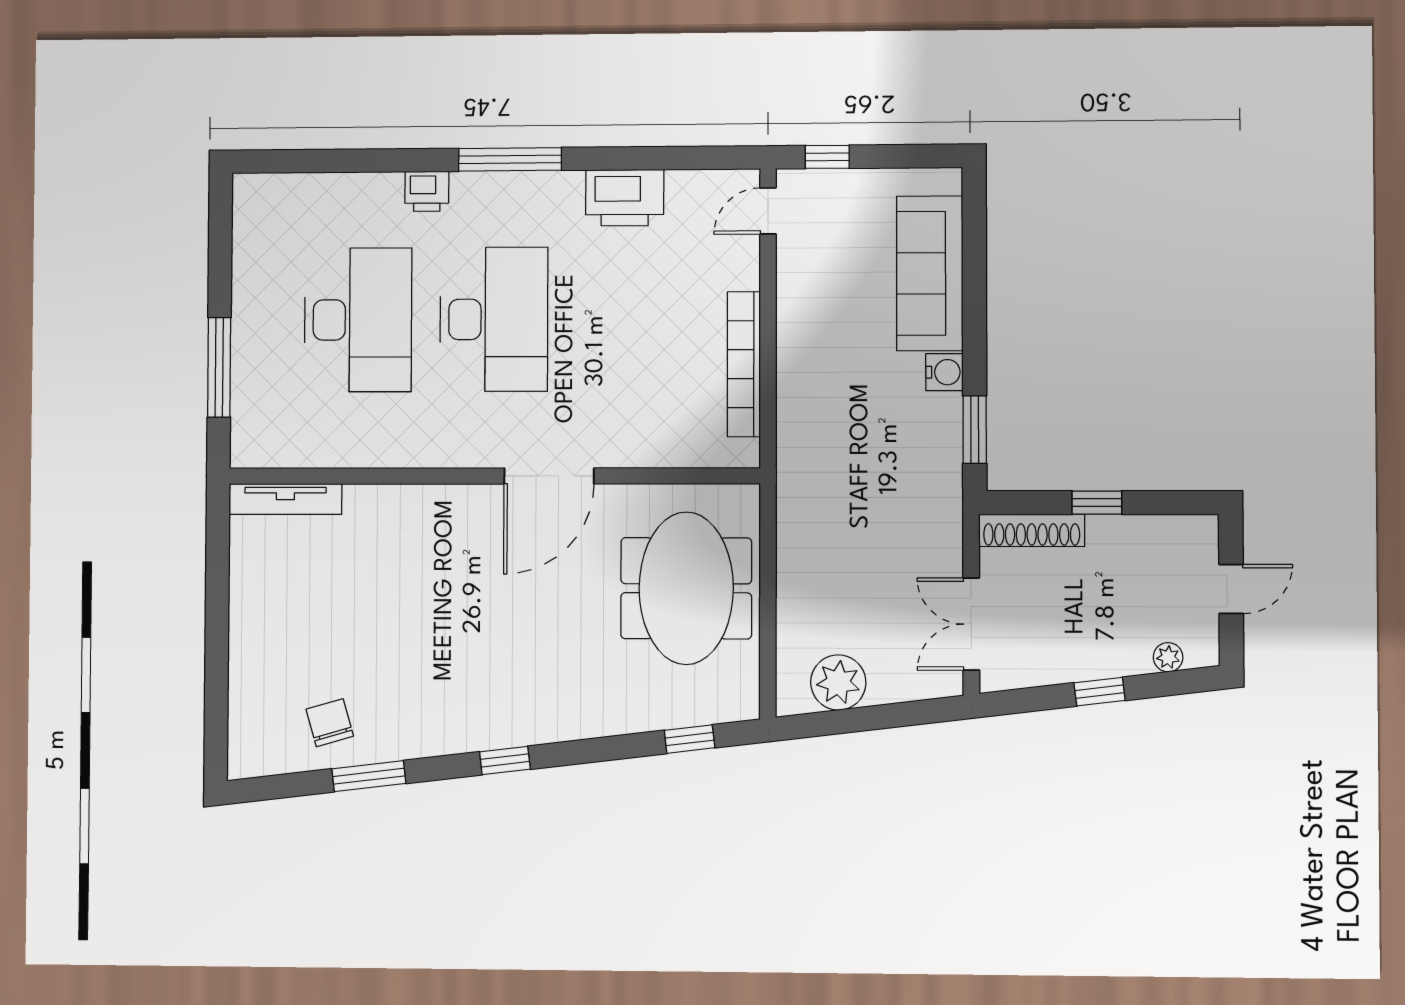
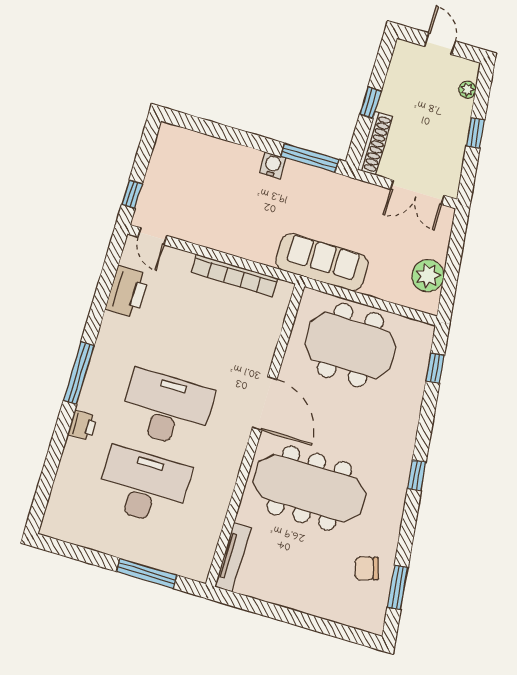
printer: (625, 198) -> (127, 292), moved
sofa: (930, 273) -> (322, 262), moved, turned 180
window: (975, 430) -> (310, 158), width x1.44
meeting table: (433, 590) -> (309, 488), added
window: (369, 776) -> (398, 587), moved

